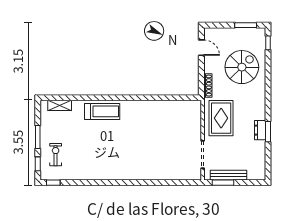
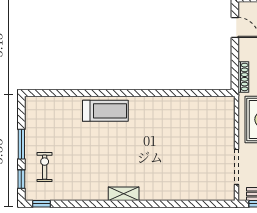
shelving: (60, 105) -> (124, 194), moved

